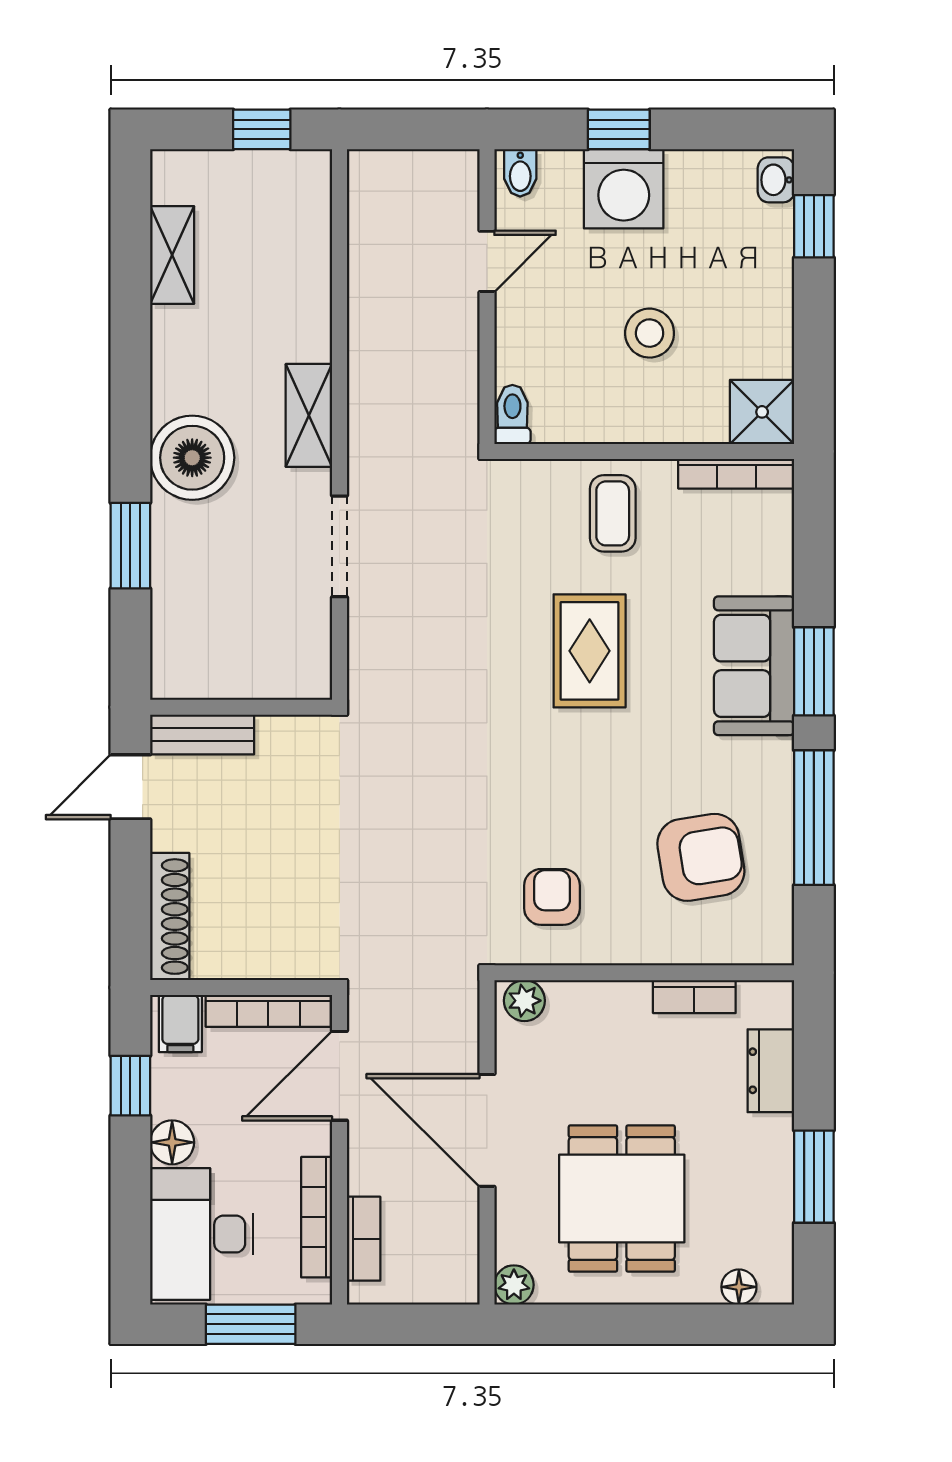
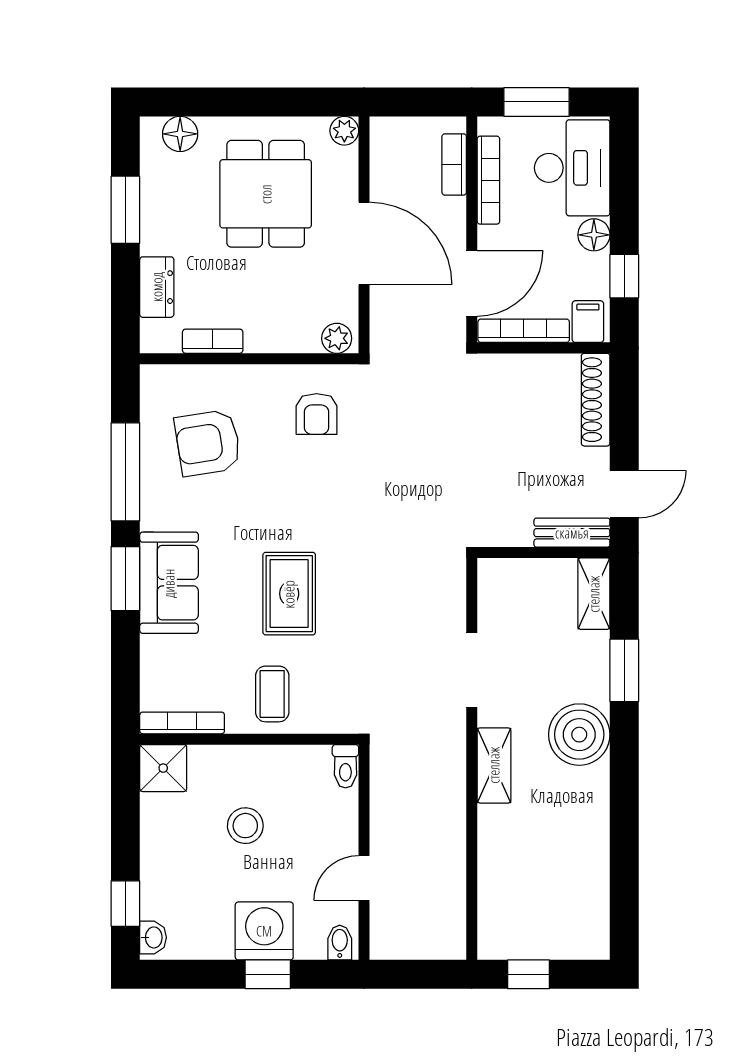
shelving: (172, 255) -> (594, 594), moved
floor lamp: (739, 1287) -> (180, 134), width x1.37, depth x1.37

